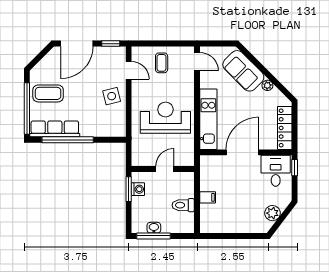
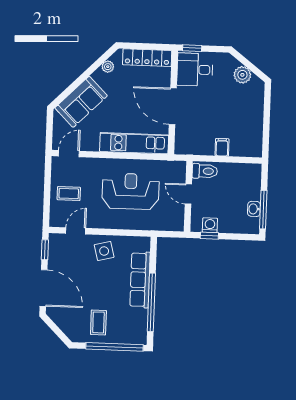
plant: (267, 85) -> (108, 67), moved
coffee table: (48, 93) -> (98, 322), width x0.73, depth x0.77
reception desk: (165, 118) -> (131, 191), turned 90
row of seats: (55, 129) -> (140, 280), moved
window: (129, 189) -> (209, 236), width x0.67
toilet: (183, 205) -> (205, 171), moved, turned -90

